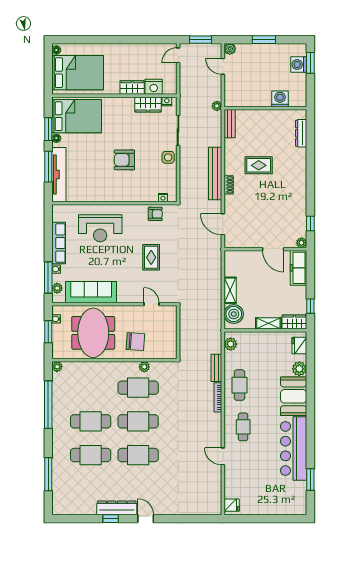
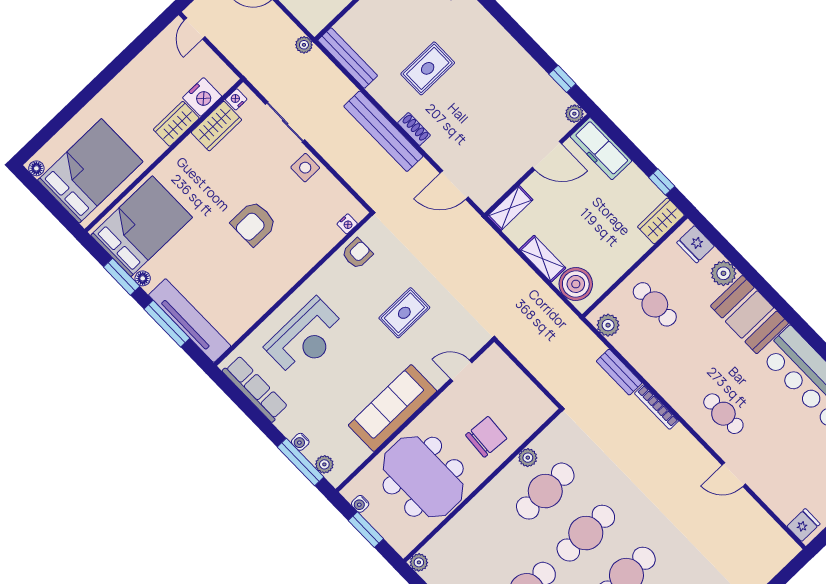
bench: (230, 124) -> (348, 58), width x1.36
row of seats: (59, 243) -> (255, 389), moved
rug: (151, 257) -> (404, 313), turned 90
sofa: (91, 292) -> (393, 408), moved
shelving: (268, 323) -> (510, 208), moved
cafe table: (239, 385) -> (655, 304), moved

